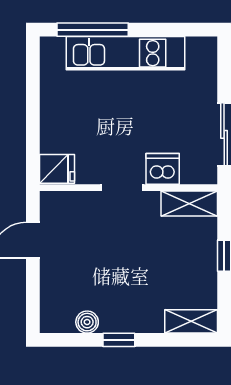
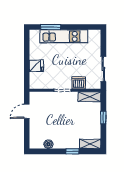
window: (93, 30) -> (51, 27), width x0.69
fridge: (57, 169) -> (36, 66), moved
window: (119, 340) -> (72, 151), moved

